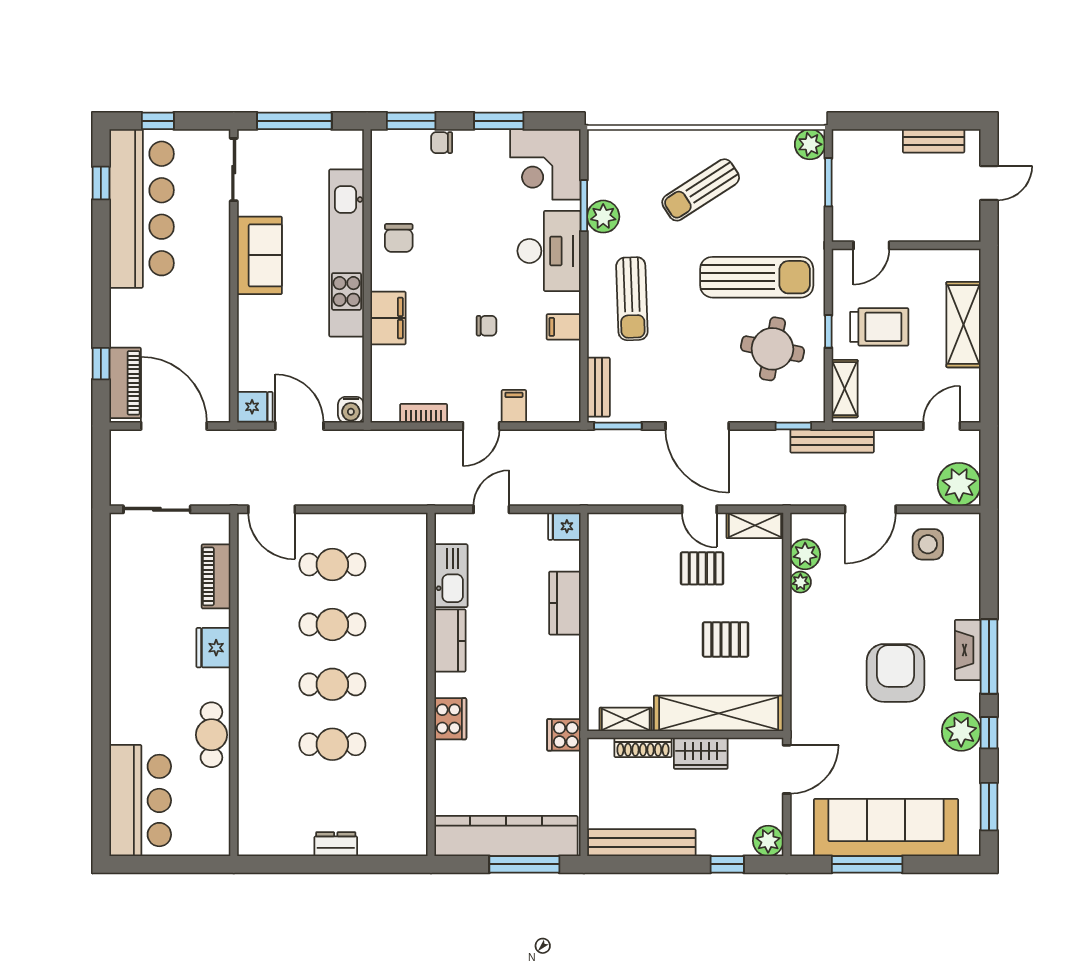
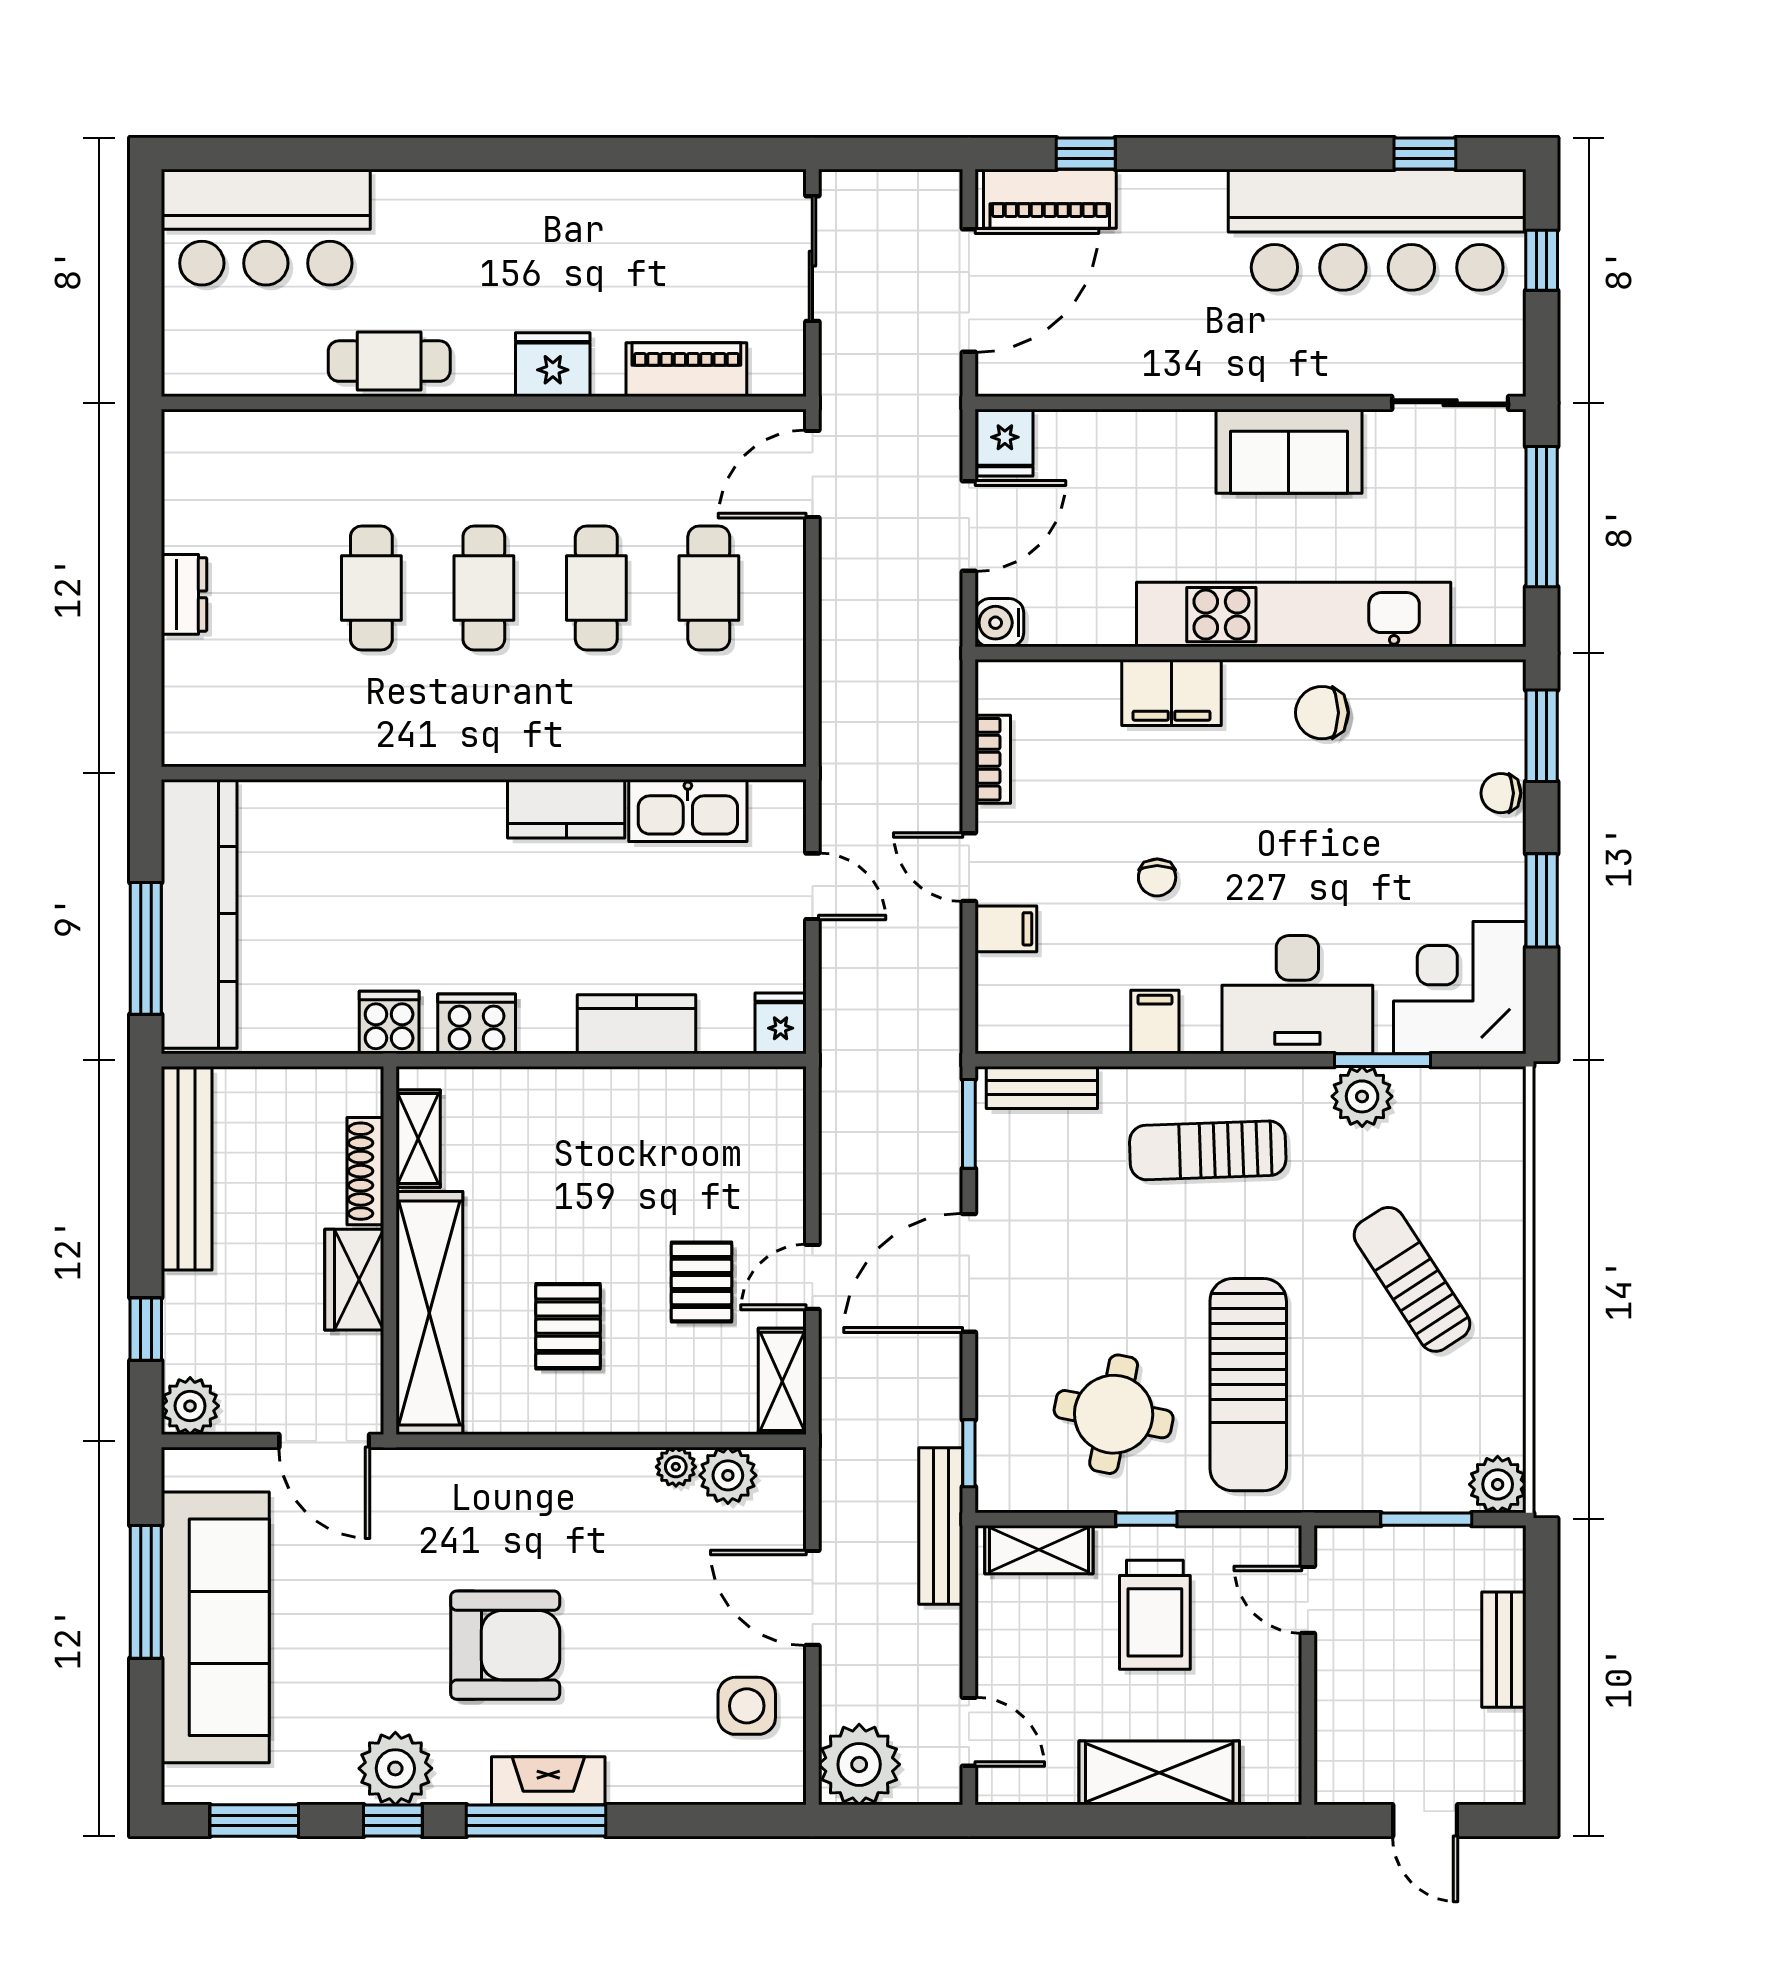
bench: (934, 141) -> (1504, 1650), moved
chair: (442, 143) -> (1501, 793), turned -90
cooker: (450, 719) -> (477, 1024), moved, turned 180

